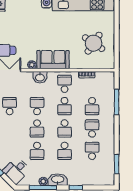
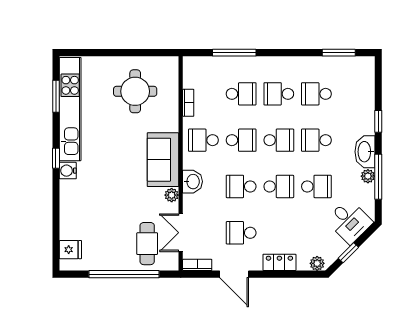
round table: (94, 43) -> (135, 91), turned -34
school desk: (65, 151) -> (316, 140), turned 180

